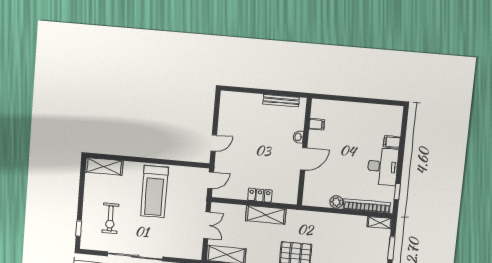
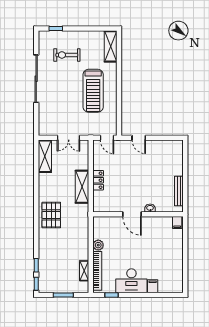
filing cabinet: (317, 124) -> (177, 222), moved
treadmill: (154, 192) -> (93, 91), turned -90
shelving: (379, 223) -> (84, 271), moved

